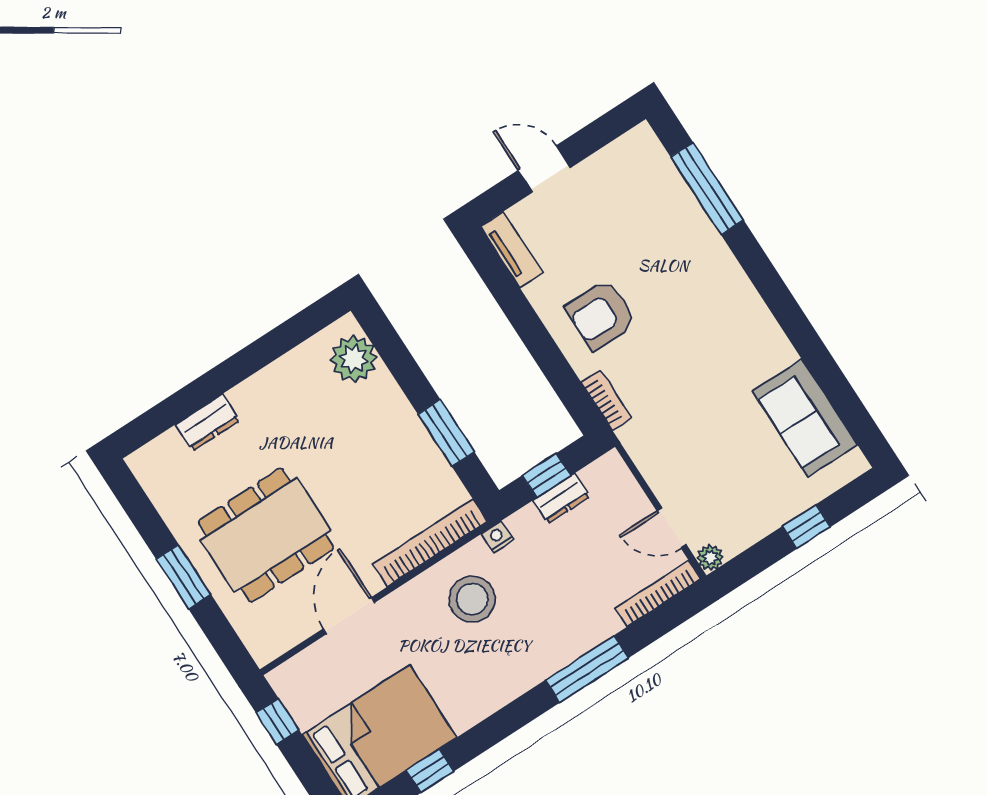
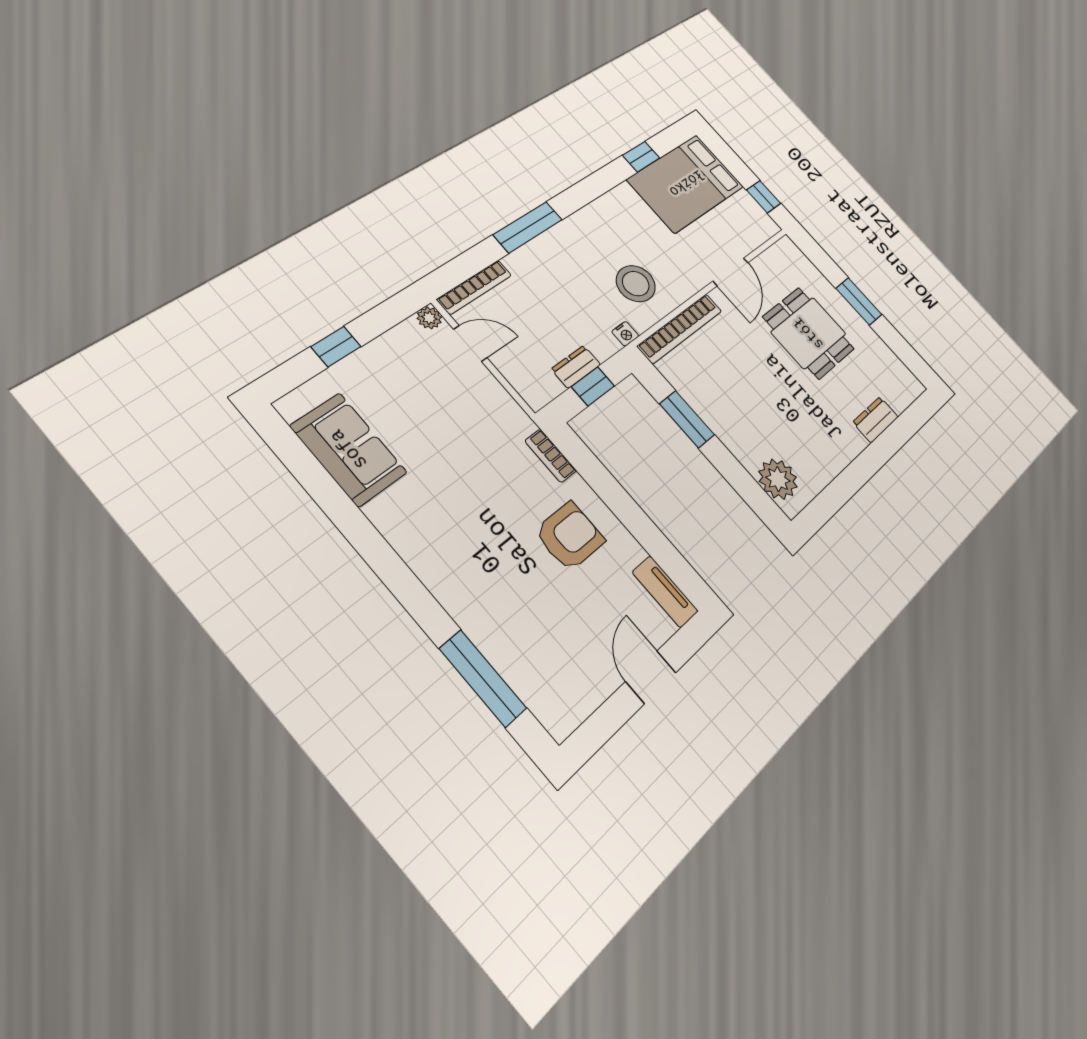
door: (544, 169) -> (651, 677), swing flipped
dining table: (266, 535) -> (809, 333), width x0.73

